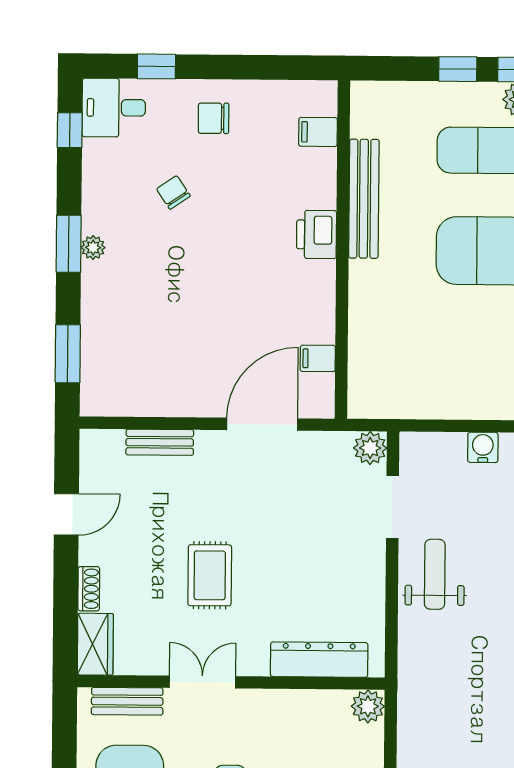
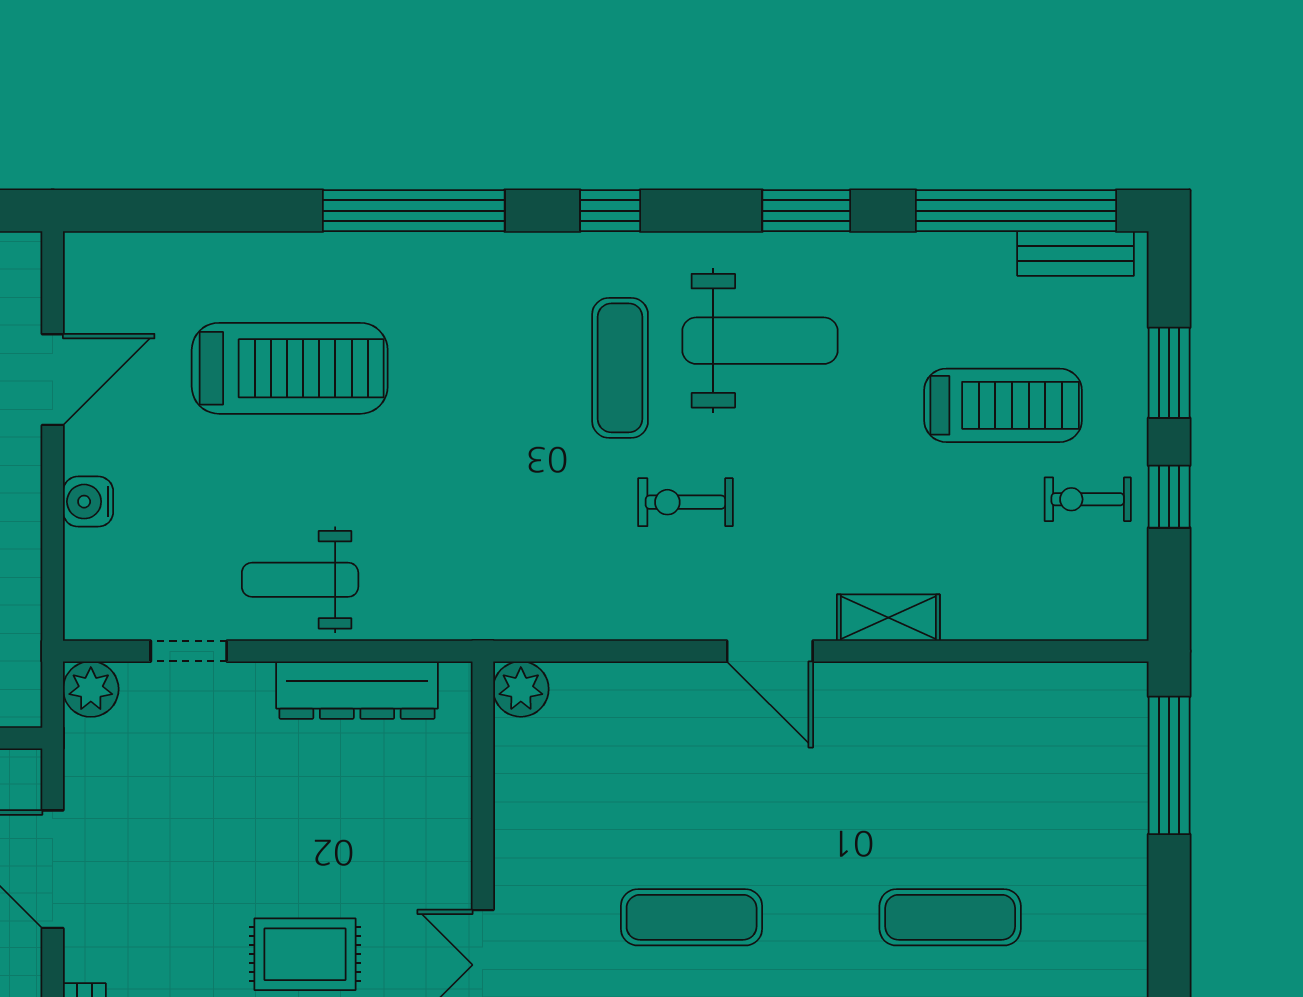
doorway: (392, 507) -> (189, 651), width x0.73
dresser: (319, 660) -> (357, 690), moved, turned -90

